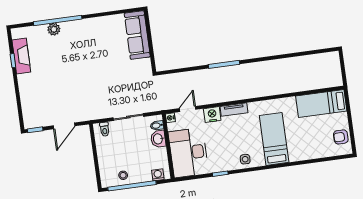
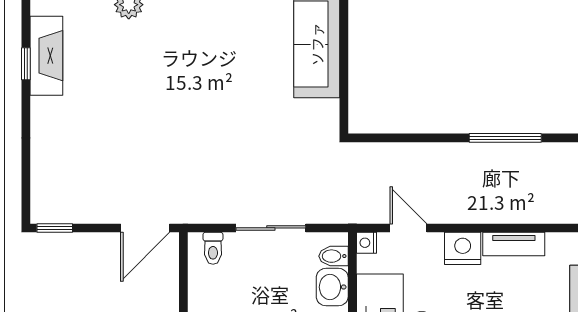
door: (188, 109) -> (408, 228), hinge flipped
door: (64, 126) -> (145, 228), moved

